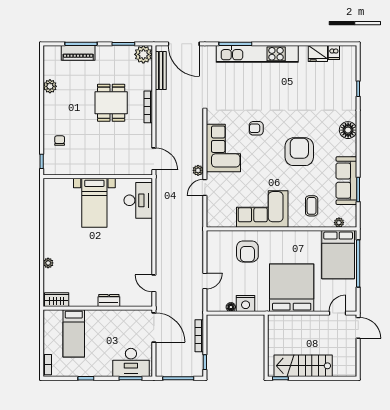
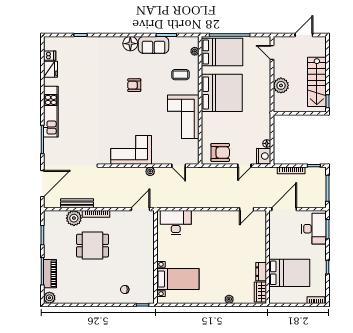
plant: (143, 54) -> (74, 218), moved
kitchen unit: (257, 54) -> (51, 112), width x0.73
bench: (161, 71) -> (77, 203), moved
plant: (50, 86) -> (49, 298), moved
armchair: (256, 128) -> (114, 122), removed
floor lamp: (348, 130) -> (130, 44), moved
armchair: (299, 152) -> (134, 85), width x0.53, depth x0.53
sofa: (346, 181) -> (153, 45), width x0.73
door: (205, 187) -> (179, 166), moved
bed with nightstands: (94, 203) -> (178, 279), moved
armchair: (247, 251) -> (220, 152), moved
door: (205, 281) -> (244, 166), swing flipped
bed: (292, 288) -> (222, 93), moved, turned 180
dresser: (109, 300) -> (261, 272), moved
nightstand: (246, 303) -> (264, 156), moved
plant: (299, 324) -> (281, 85), added
door: (358, 328) -> (304, 35), moved
bed: (74, 333) -> (289, 273), width x1.50

